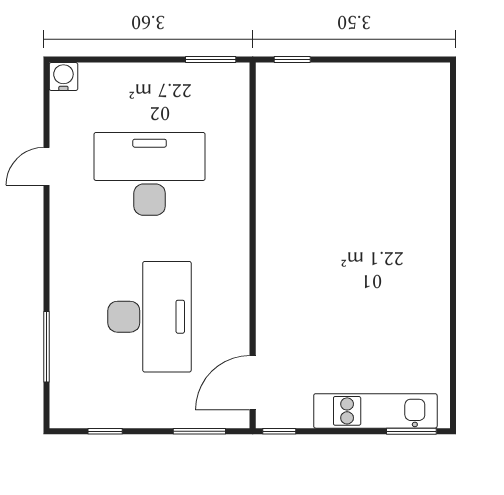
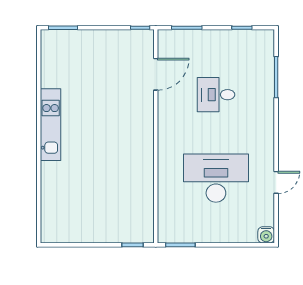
desk: (150, 174) -> (216, 178), turned 180
desk: (150, 317) -> (216, 95), width x0.53, depth x0.77
door: (253, 383) -> (156, 74), moved
kitchen unit: (375, 411) -> (51, 125), moved, turned -90

